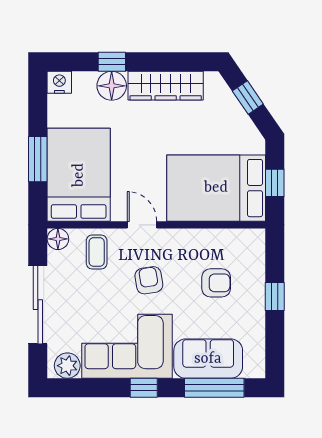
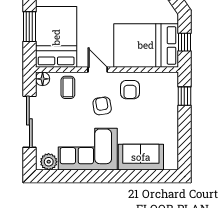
armchair: (216, 283) -> (130, 90), moved, turned 90
window: (275, 296) -> (184, 96), moved
window: (144, 388) -> (99, 176), removed
window: (214, 388) -> (145, 176), removed

